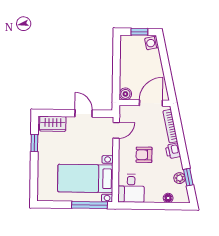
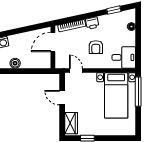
boiler: (125, 94) -> (15, 63), moved
door: (151, 103) -> (53, 42), hinge flipped
door: (84, 113) -> (62, 98), hinge flipped
plant: (179, 178) -> (115, 17), removed

